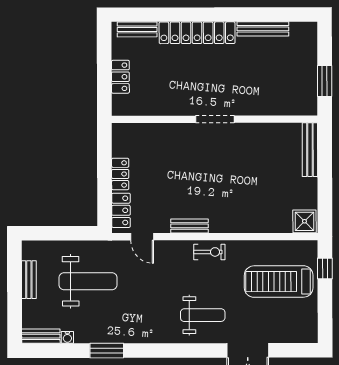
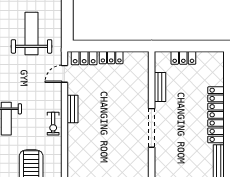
bench: (137, 29) -> (160, 87), moved
doorway: (215, 119) -> (152, 128), width x1.36
weight bench: (88, 281) -> (32, 34), turned 180

